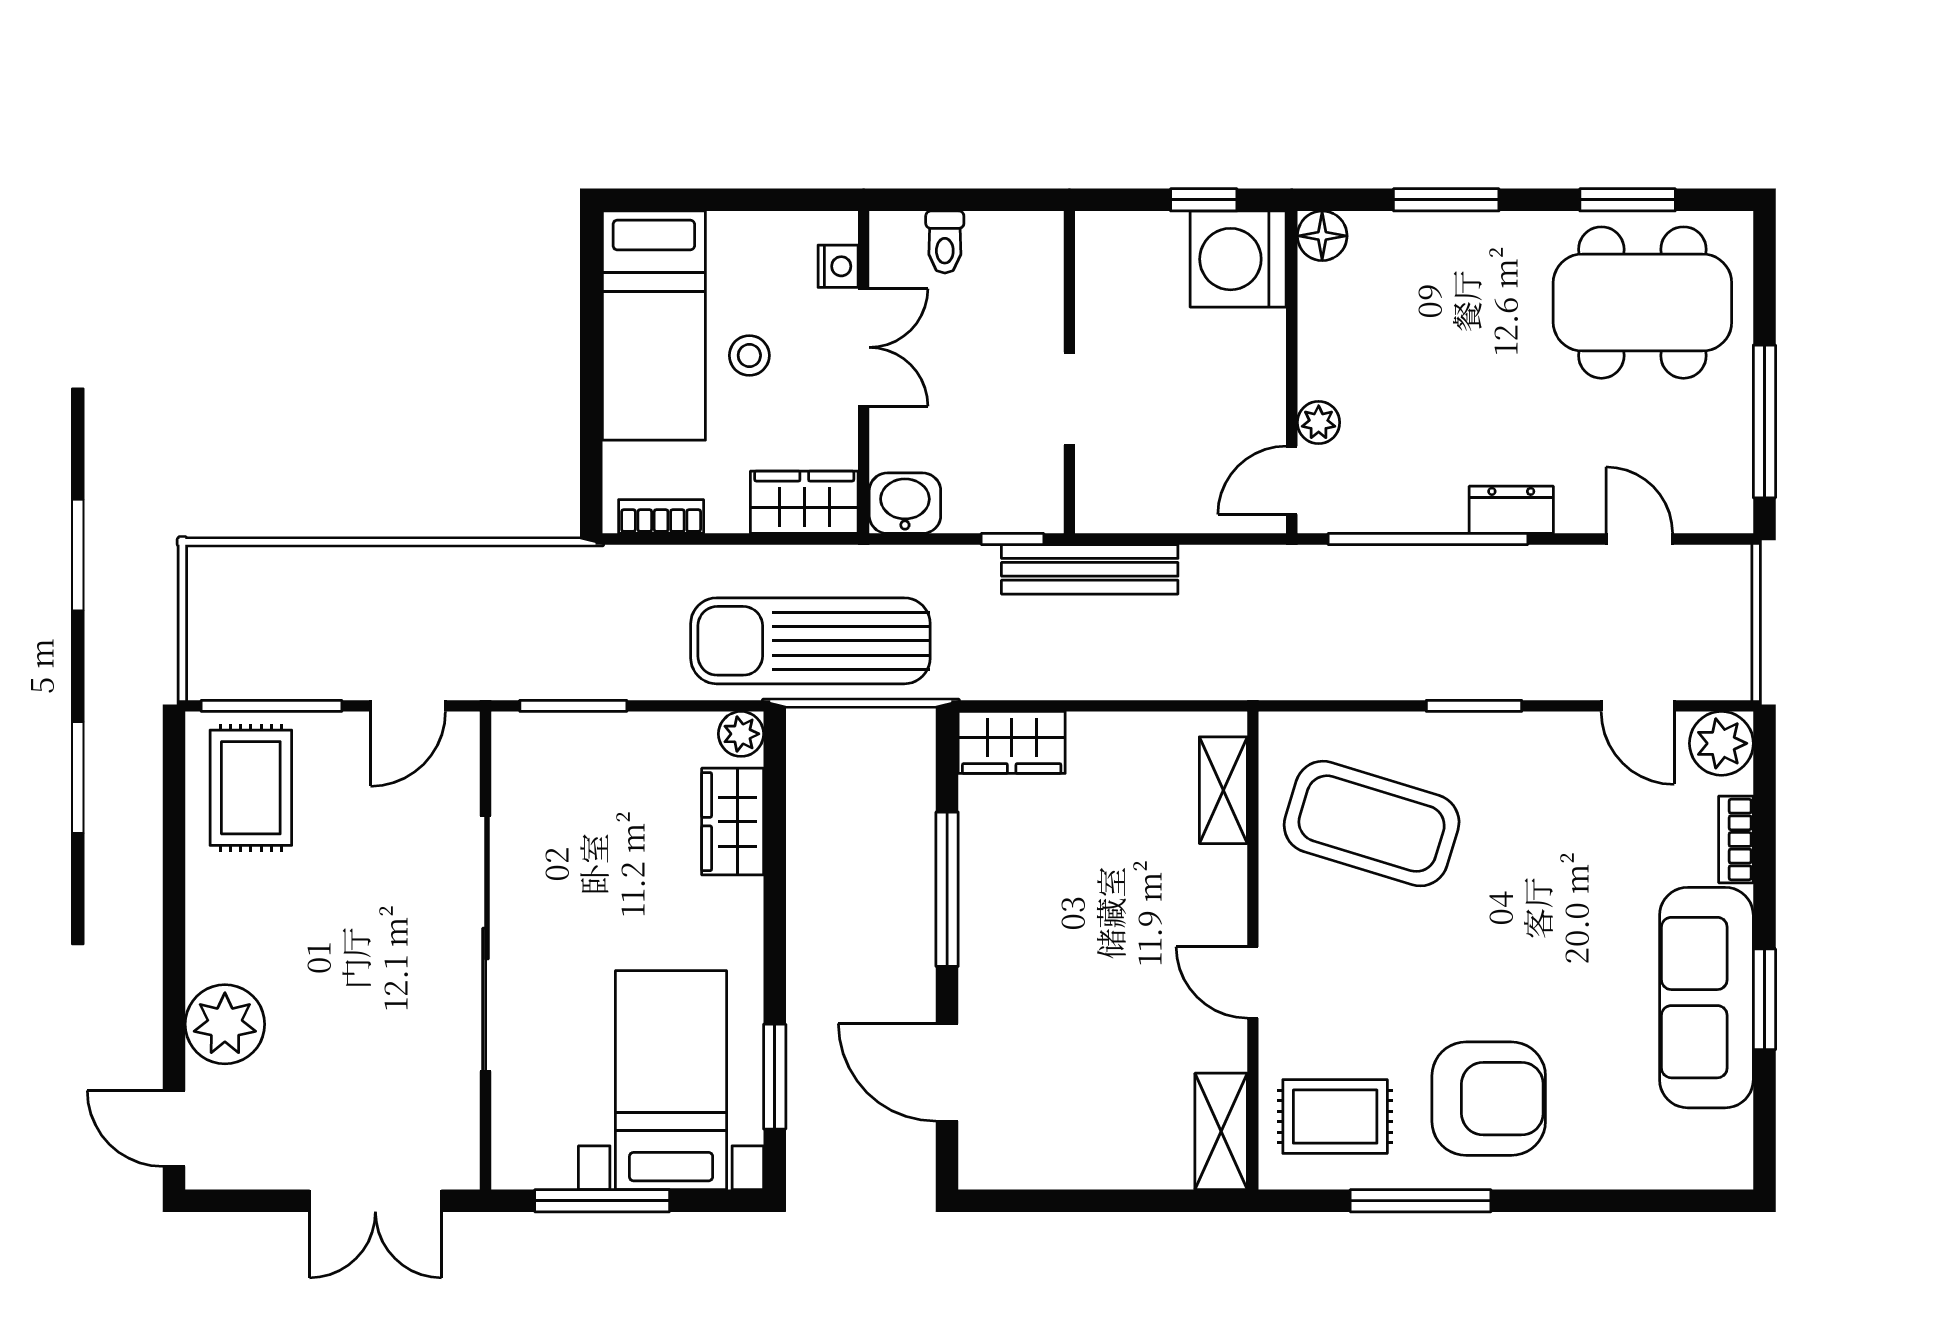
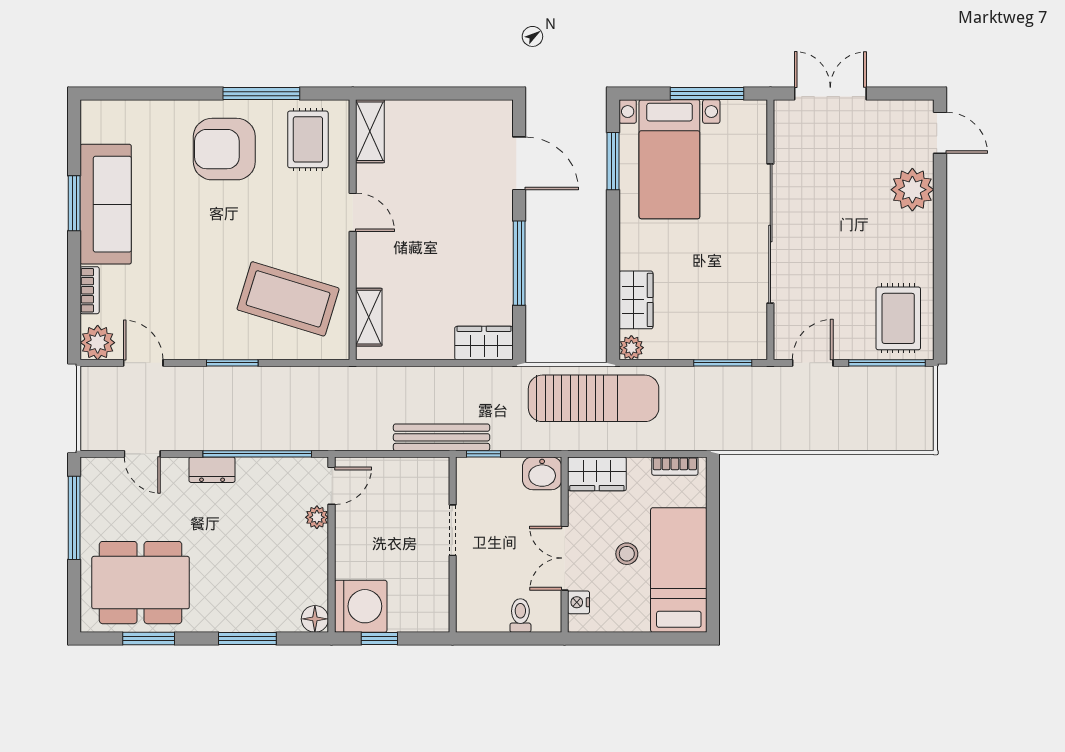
rug: (1335, 1117) -> (308, 139), turned 90

